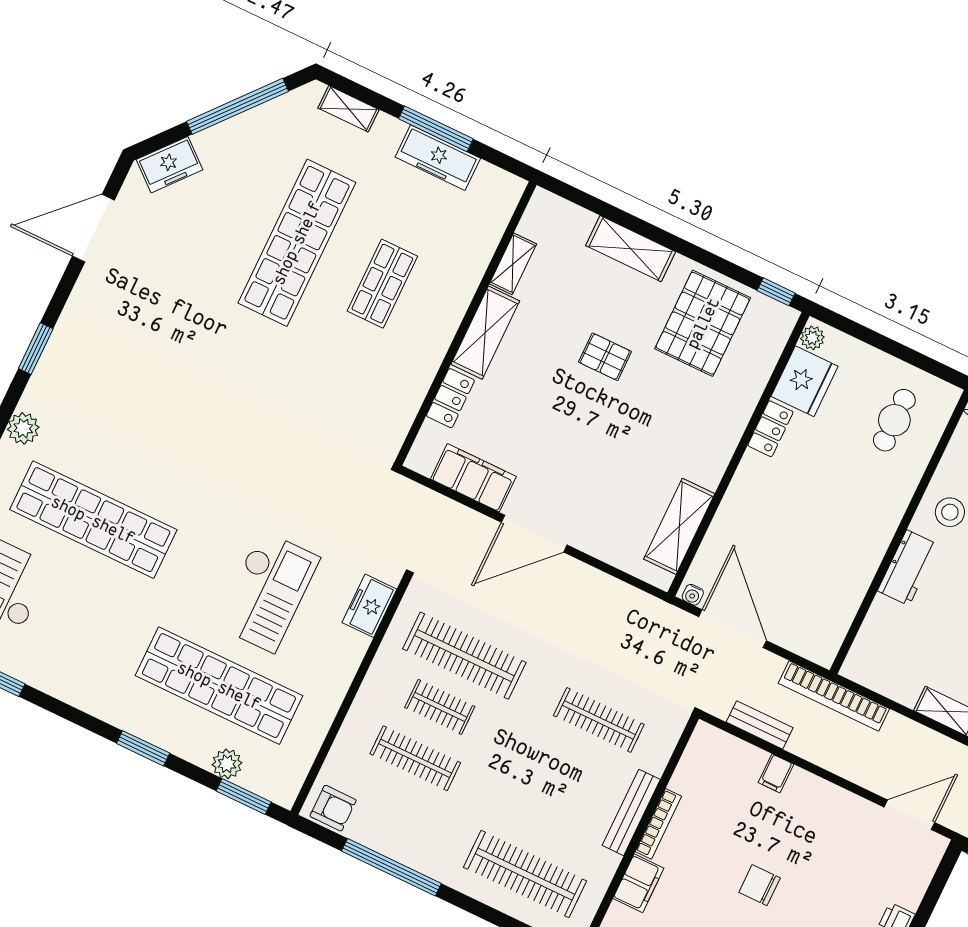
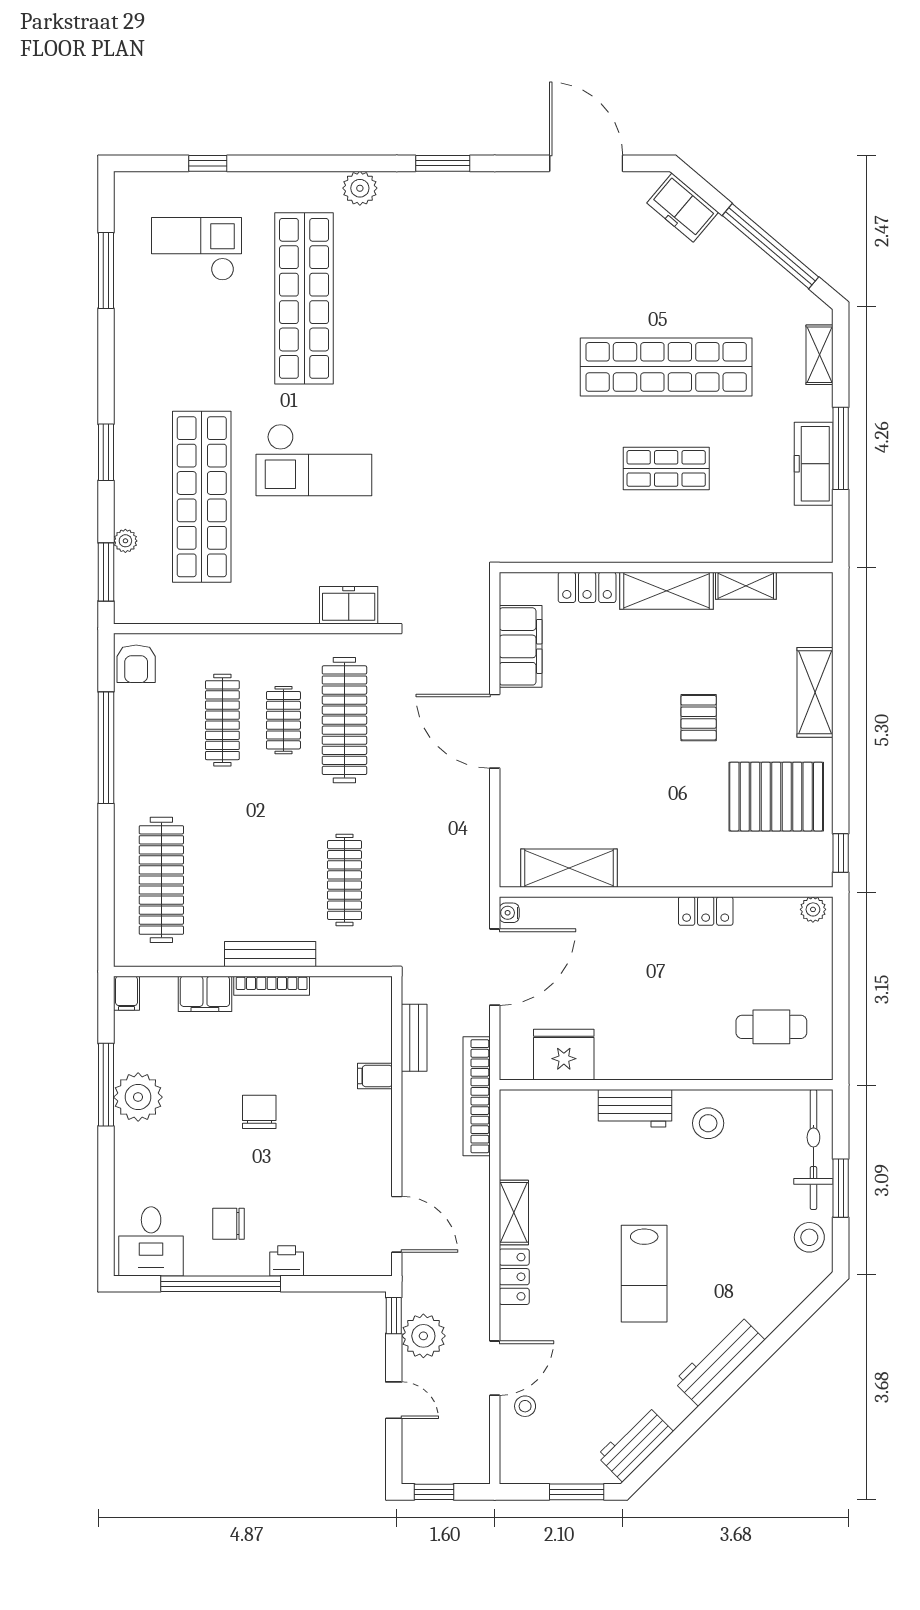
fridge: (805, 381) -> (564, 1055), moved, turned 180
checkout: (267, 591) -> (314, 460), moved
plant: (227, 764) -> (125, 541), width x0.73, depth x0.73

